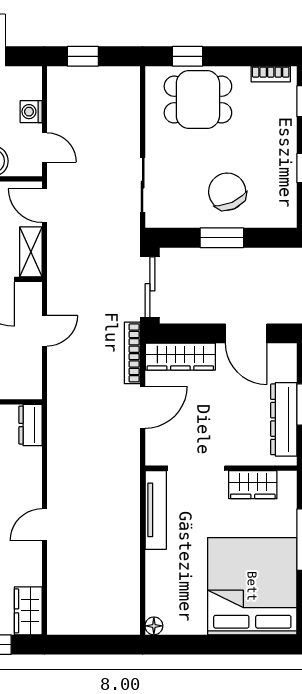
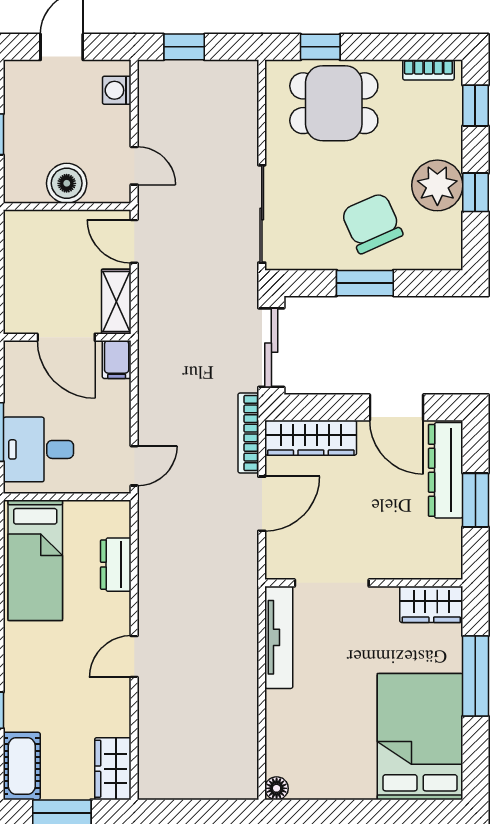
washing machine: (31, 112) -> (117, 90), moved
plant: (277, 163) -> (437, 185), added
sliding door: (143, 185) -> (262, 214), width x1.37
filing cabinet: (31, 296) -> (117, 360), added
door: (45, 331) -> (134, 466), moved
dresser: (284, 419) -> (446, 470), moved
dresser: (30, 425) -> (116, 565), moved
wardrobe: (253, 485) -> (431, 604), moved
bed: (252, 586) -> (420, 737), width x0.73

